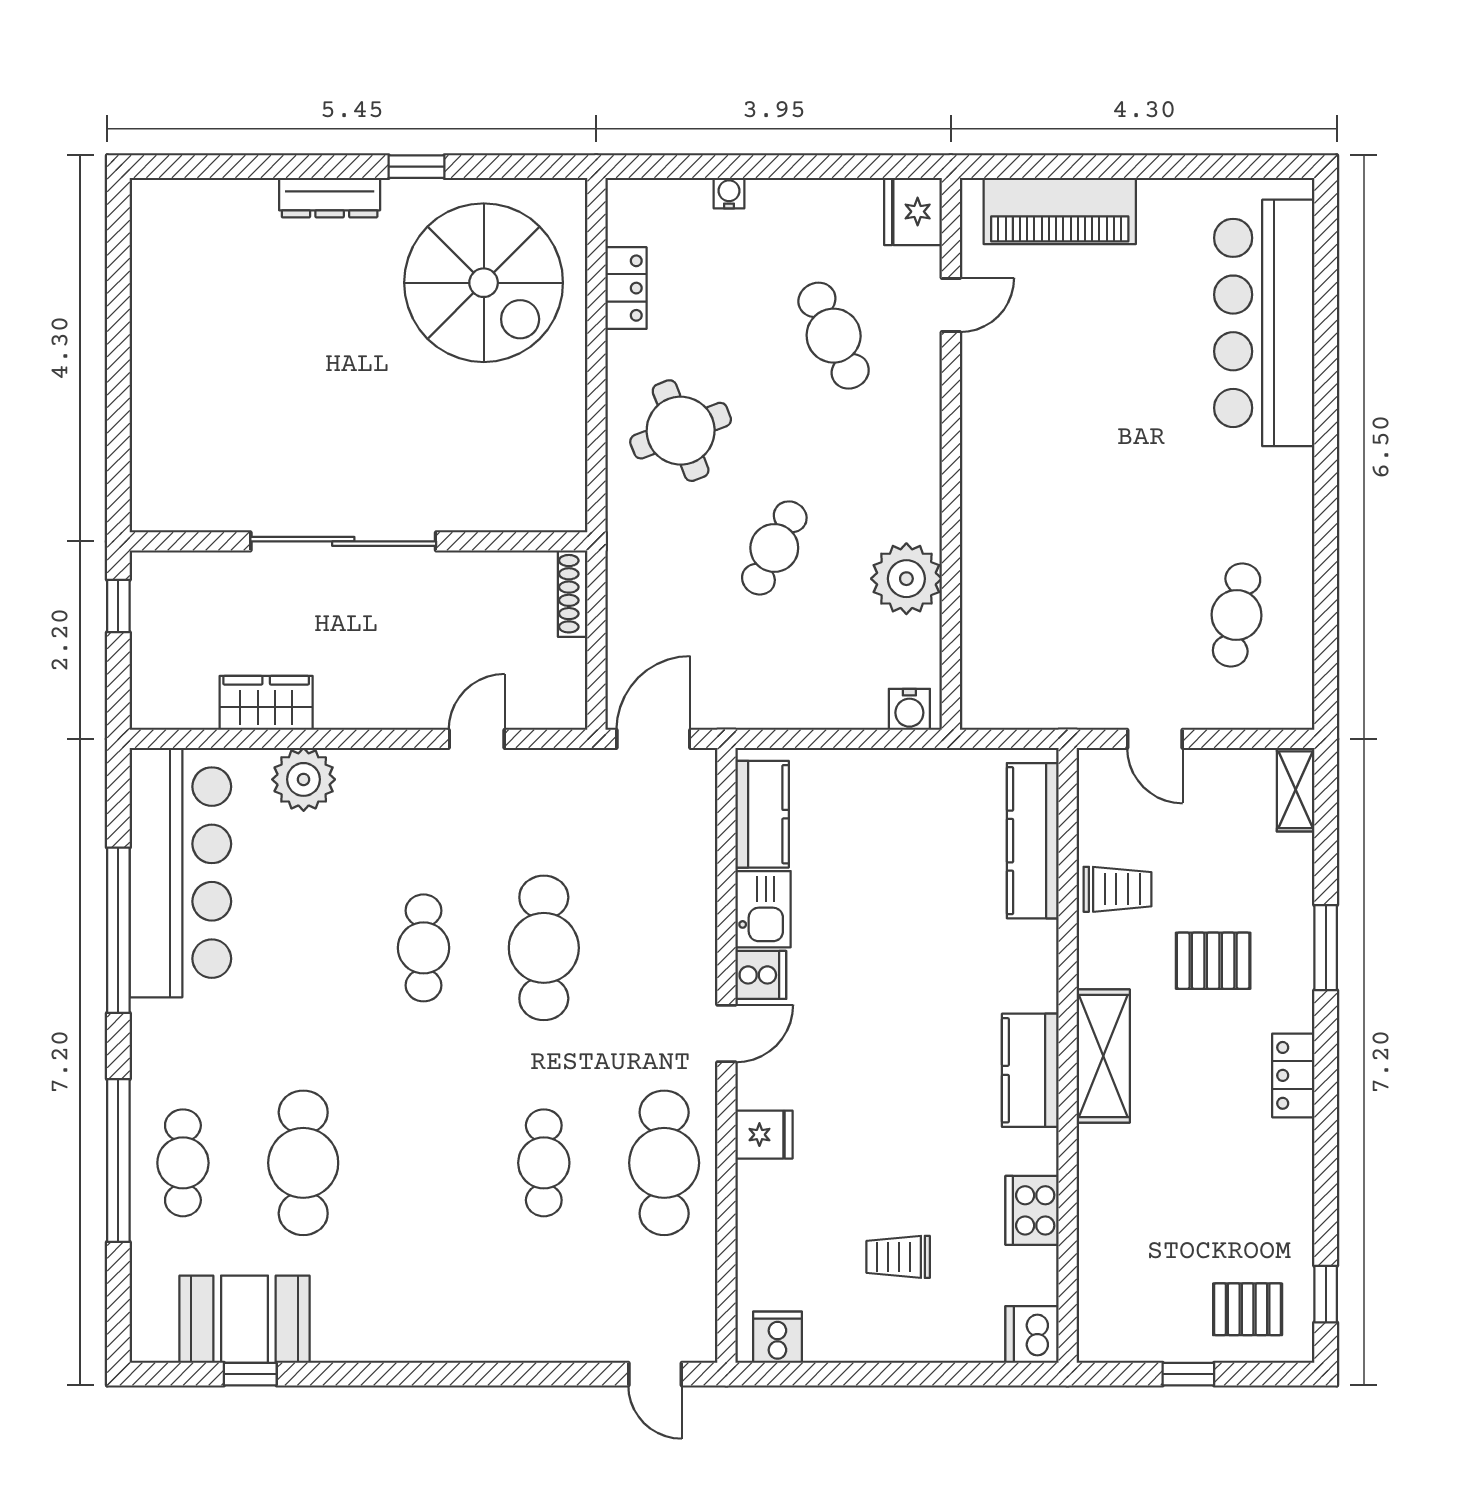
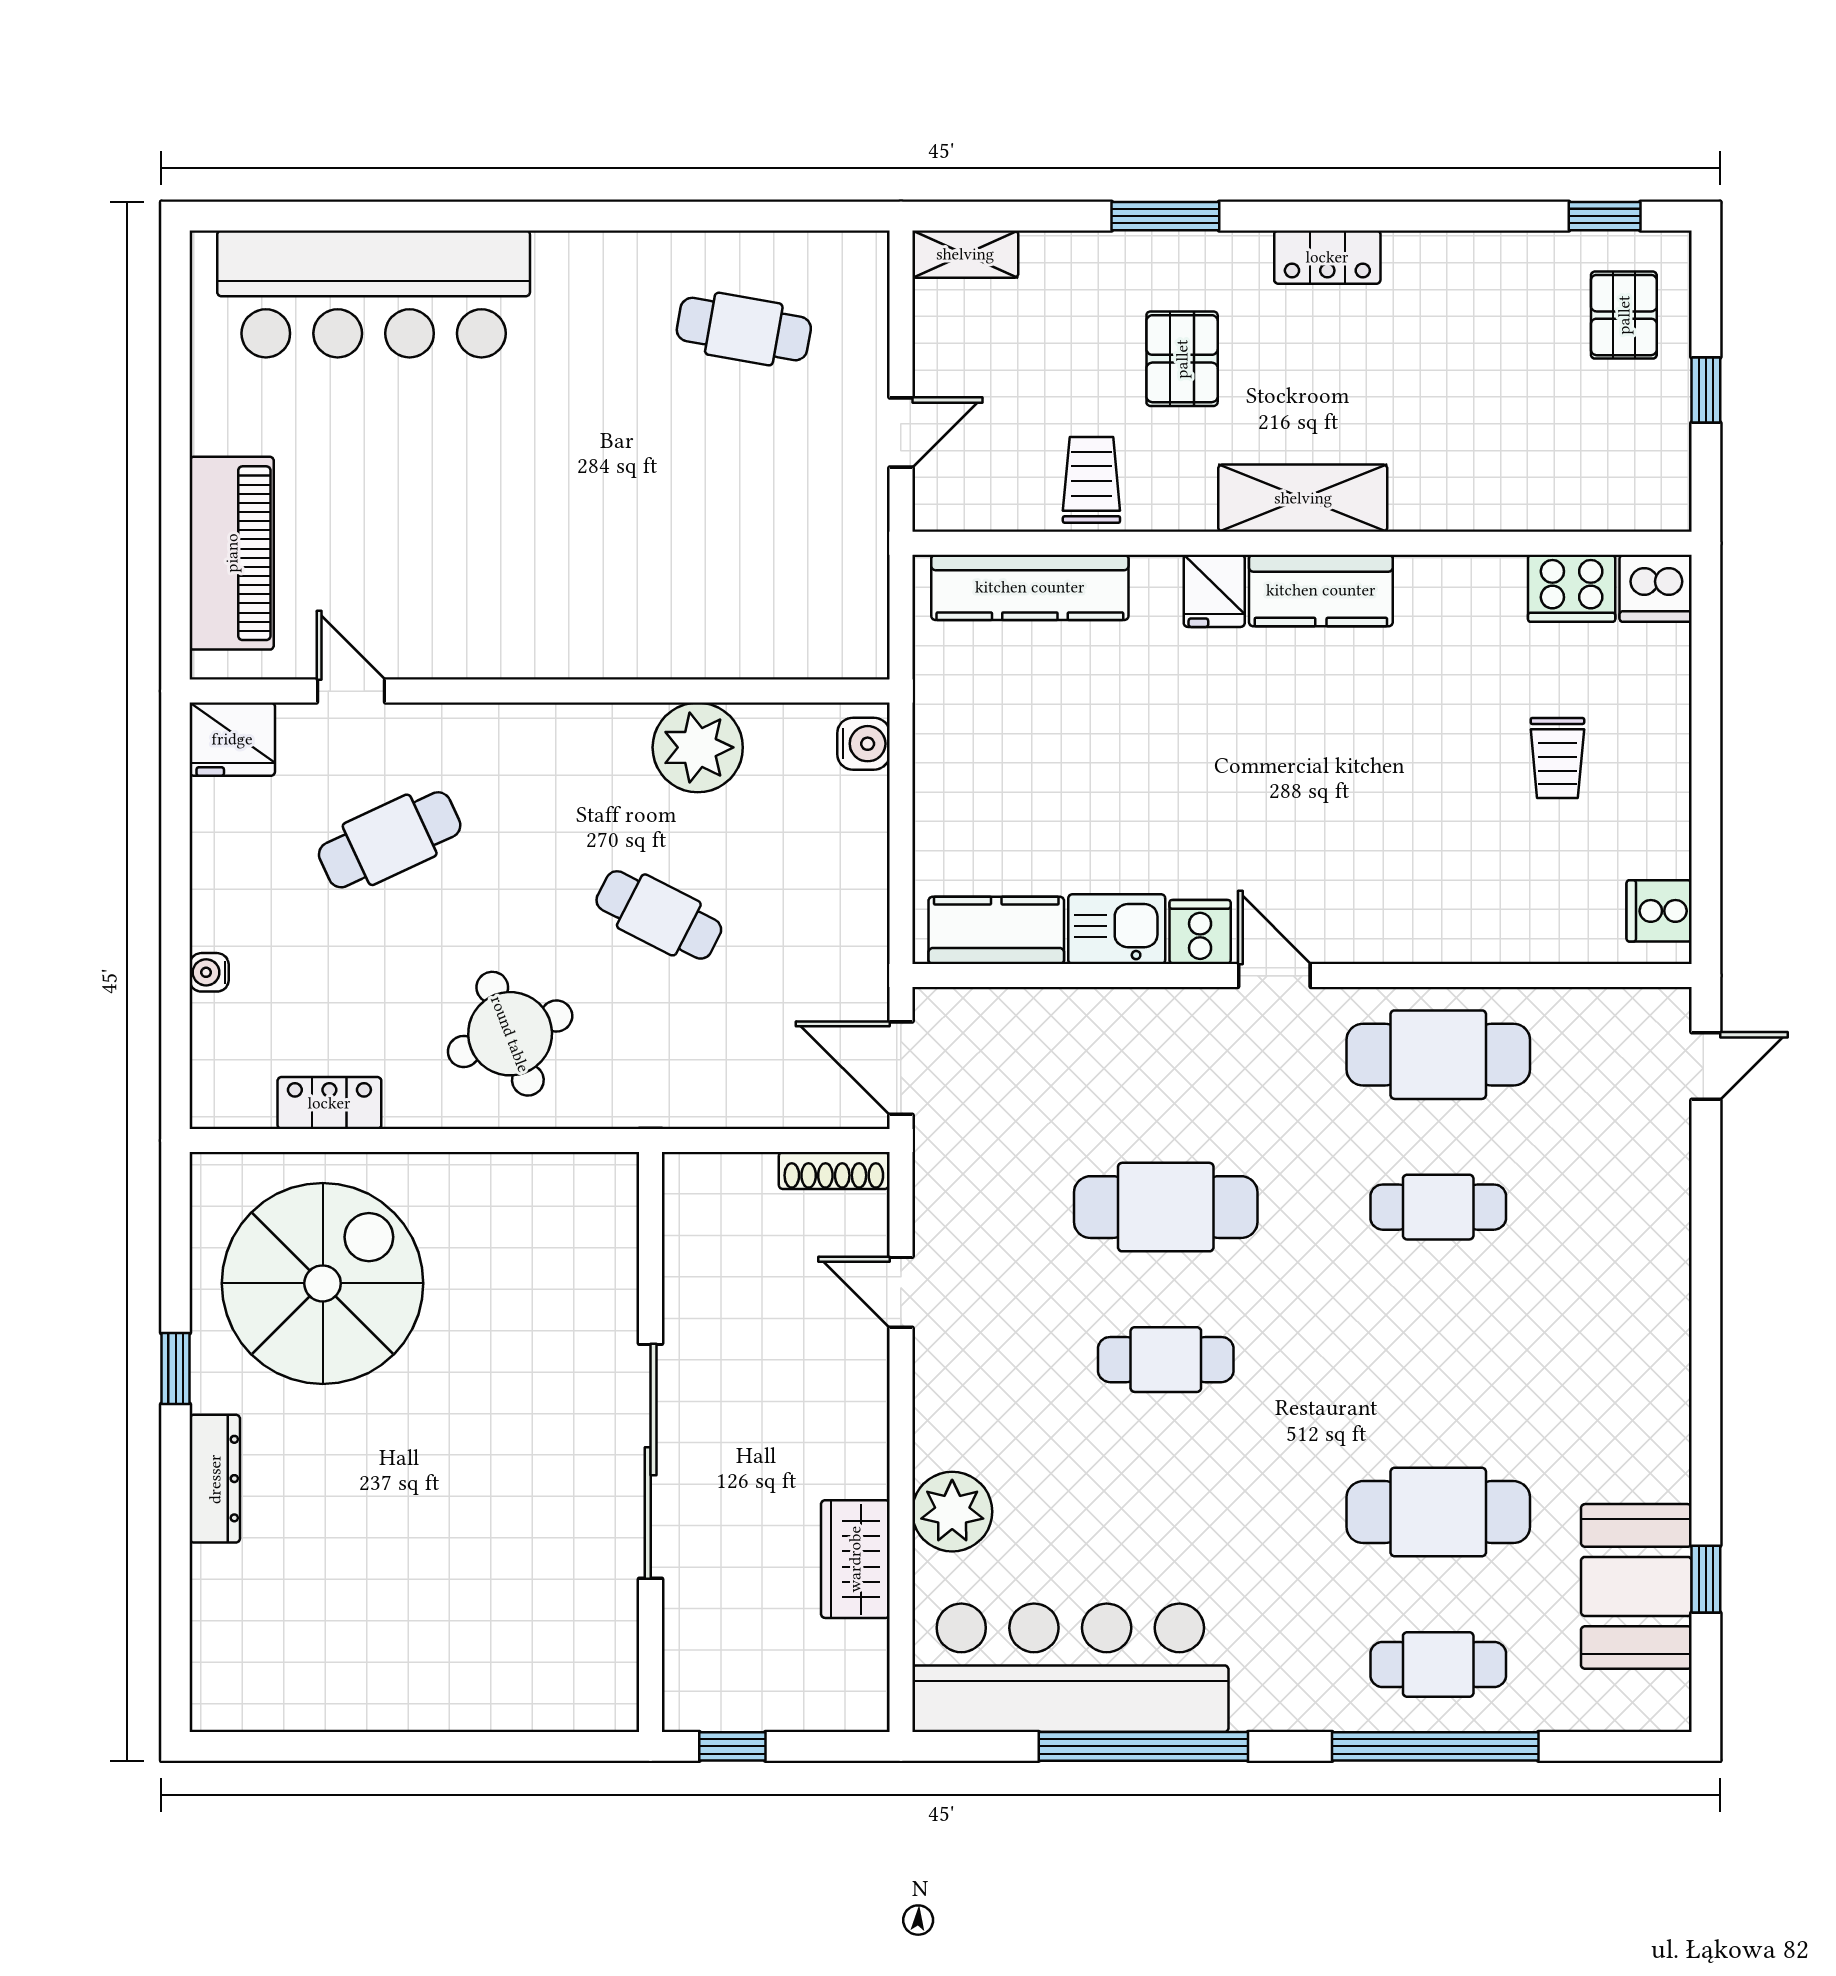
shoe rack: (573, 594) -> (834, 1171), moved
fridge: (764, 1135) -> (1214, 591), moved, turned 180
cooker: (1032, 1210) -> (1572, 588), moved

